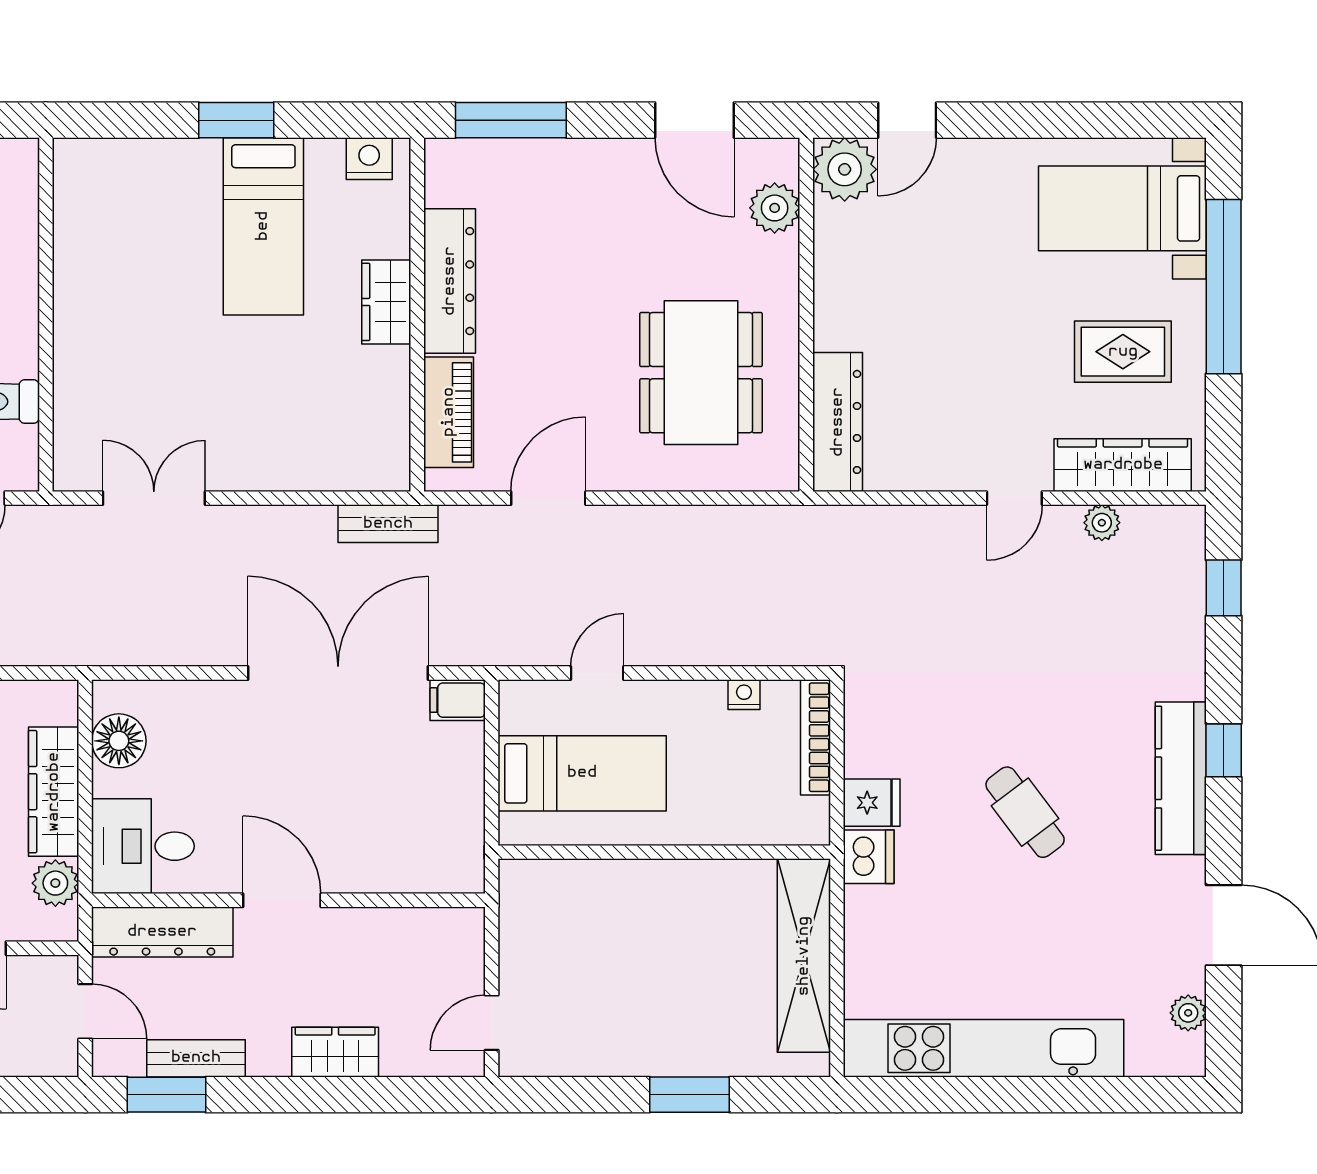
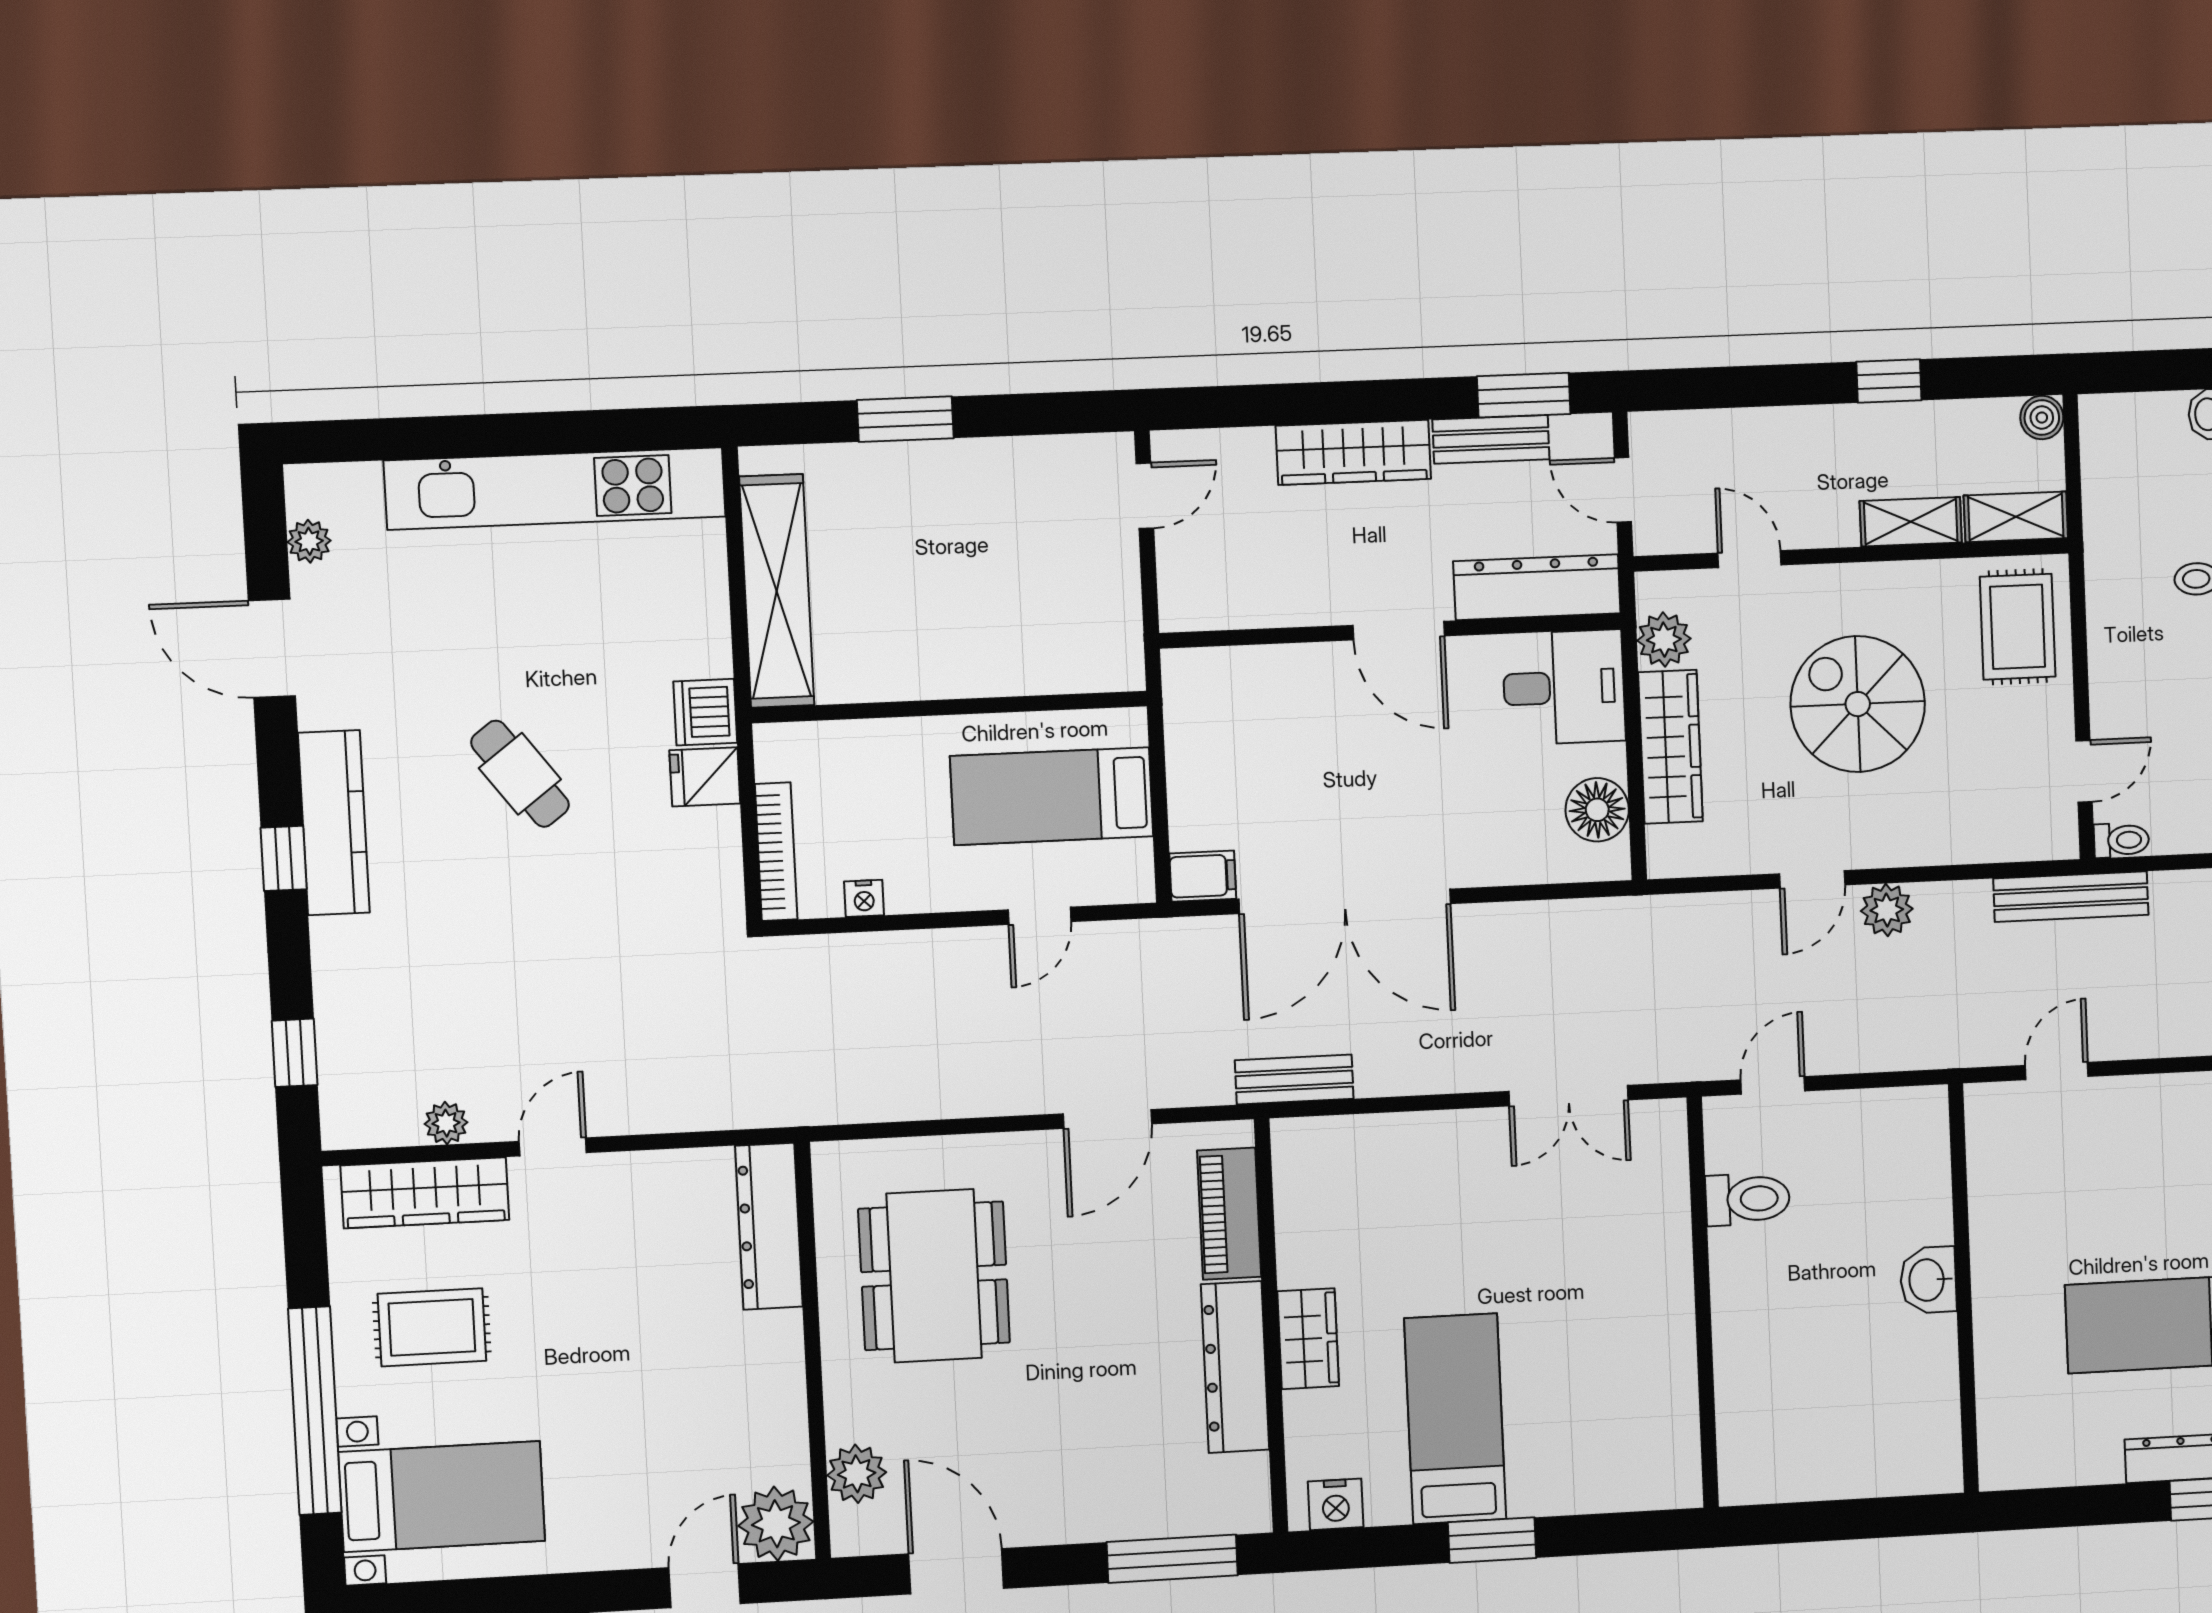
wardrobe: (335, 1052) -> (1353, 452), width x1.50

